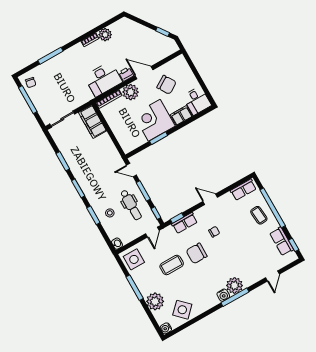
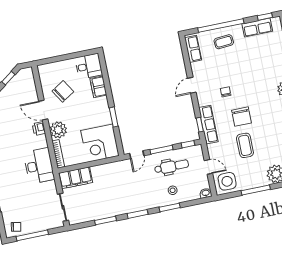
door: (144, 73) -> (43, 110), hinge flipped
desk: (103, 79) -> (39, 166), moved
corner desk: (154, 120) -> (100, 143), moved
row of seats: (185, 223) -> (208, 125), width x1.48
door: (152, 232) -> (208, 167), moved

